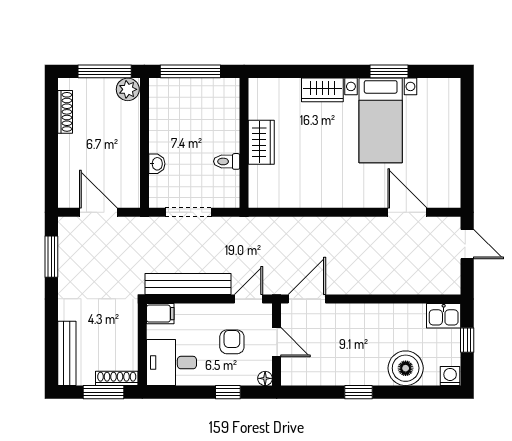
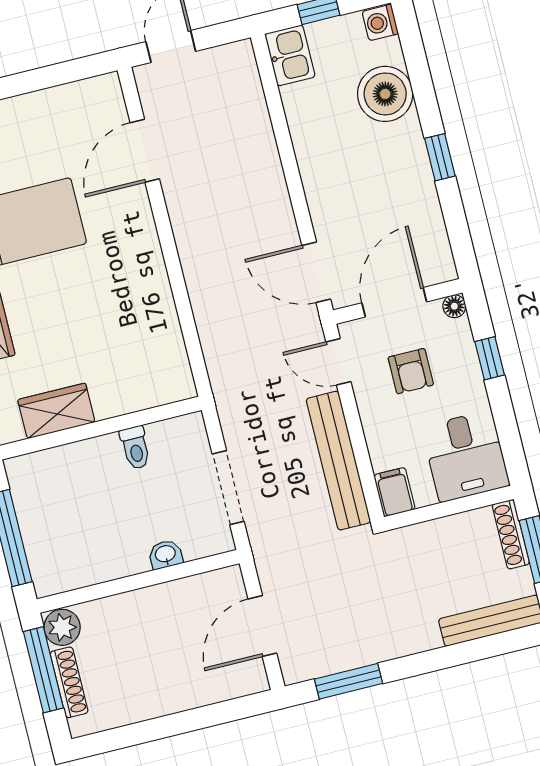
shoe rack: (65, 112) -> (69, 682), moved, turned 90
wardrobe: (261, 142) -> (56, 411), moved
armchair: (232, 342) -> (411, 371), turned -90
door: (277, 342) -> (394, 302), width x1.38

